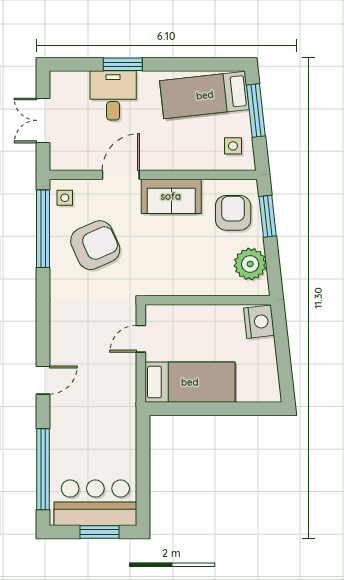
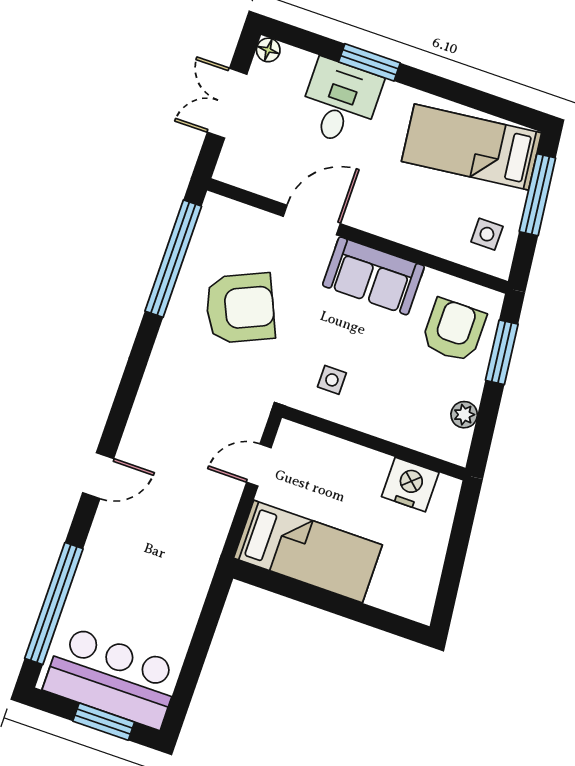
floor lamp: (57, 78) -> (268, 50), added
side table: (65, 198) -> (332, 380), moved
plant: (250, 264) -> (464, 415), width x0.53, depth x0.53
nightstand: (259, 322) -> (410, 484), moved, turned -84

